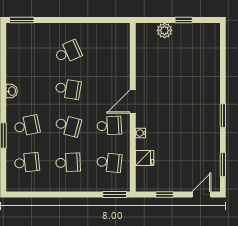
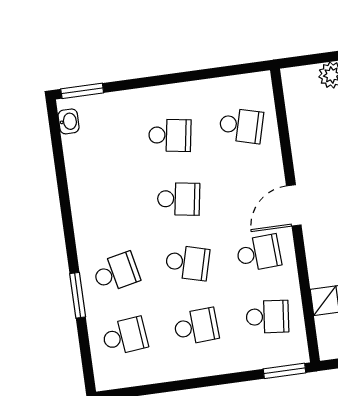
school desk: (68, 52) -> (170, 135), turned 33
school desk: (109, 52) -> (241, 126), added
washbasin: (12, 91) -> (69, 121), moved
water cooler: (140, 133) -> (314, 258), removed

